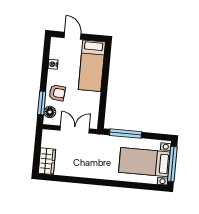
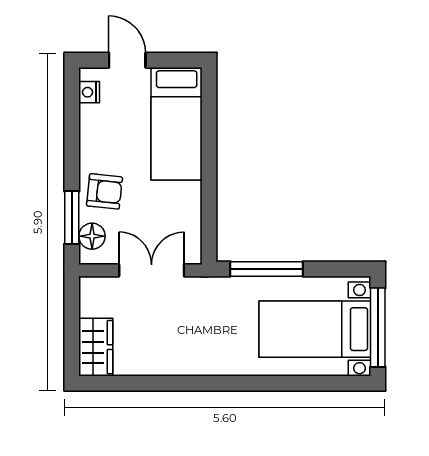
nightstand: (53, 64) -> (89, 92), moved

